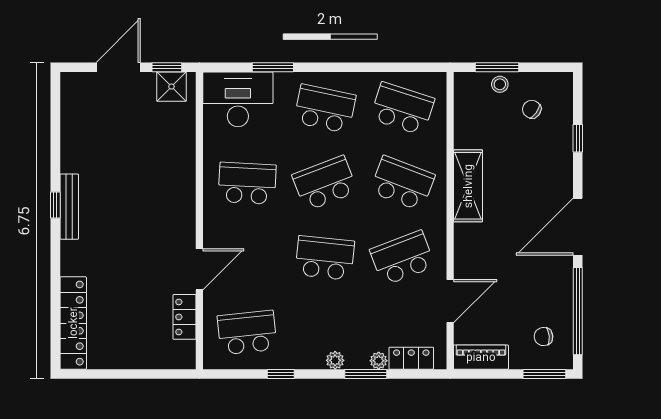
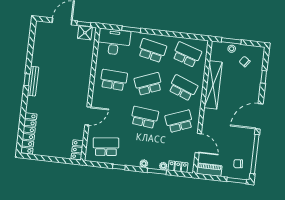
shelving: (468, 186) -> (213, 85), width x1.47
door: (450, 301) -> (198, 143), hinge flipped
locker: (185, 317) -> (77, 150), moved

